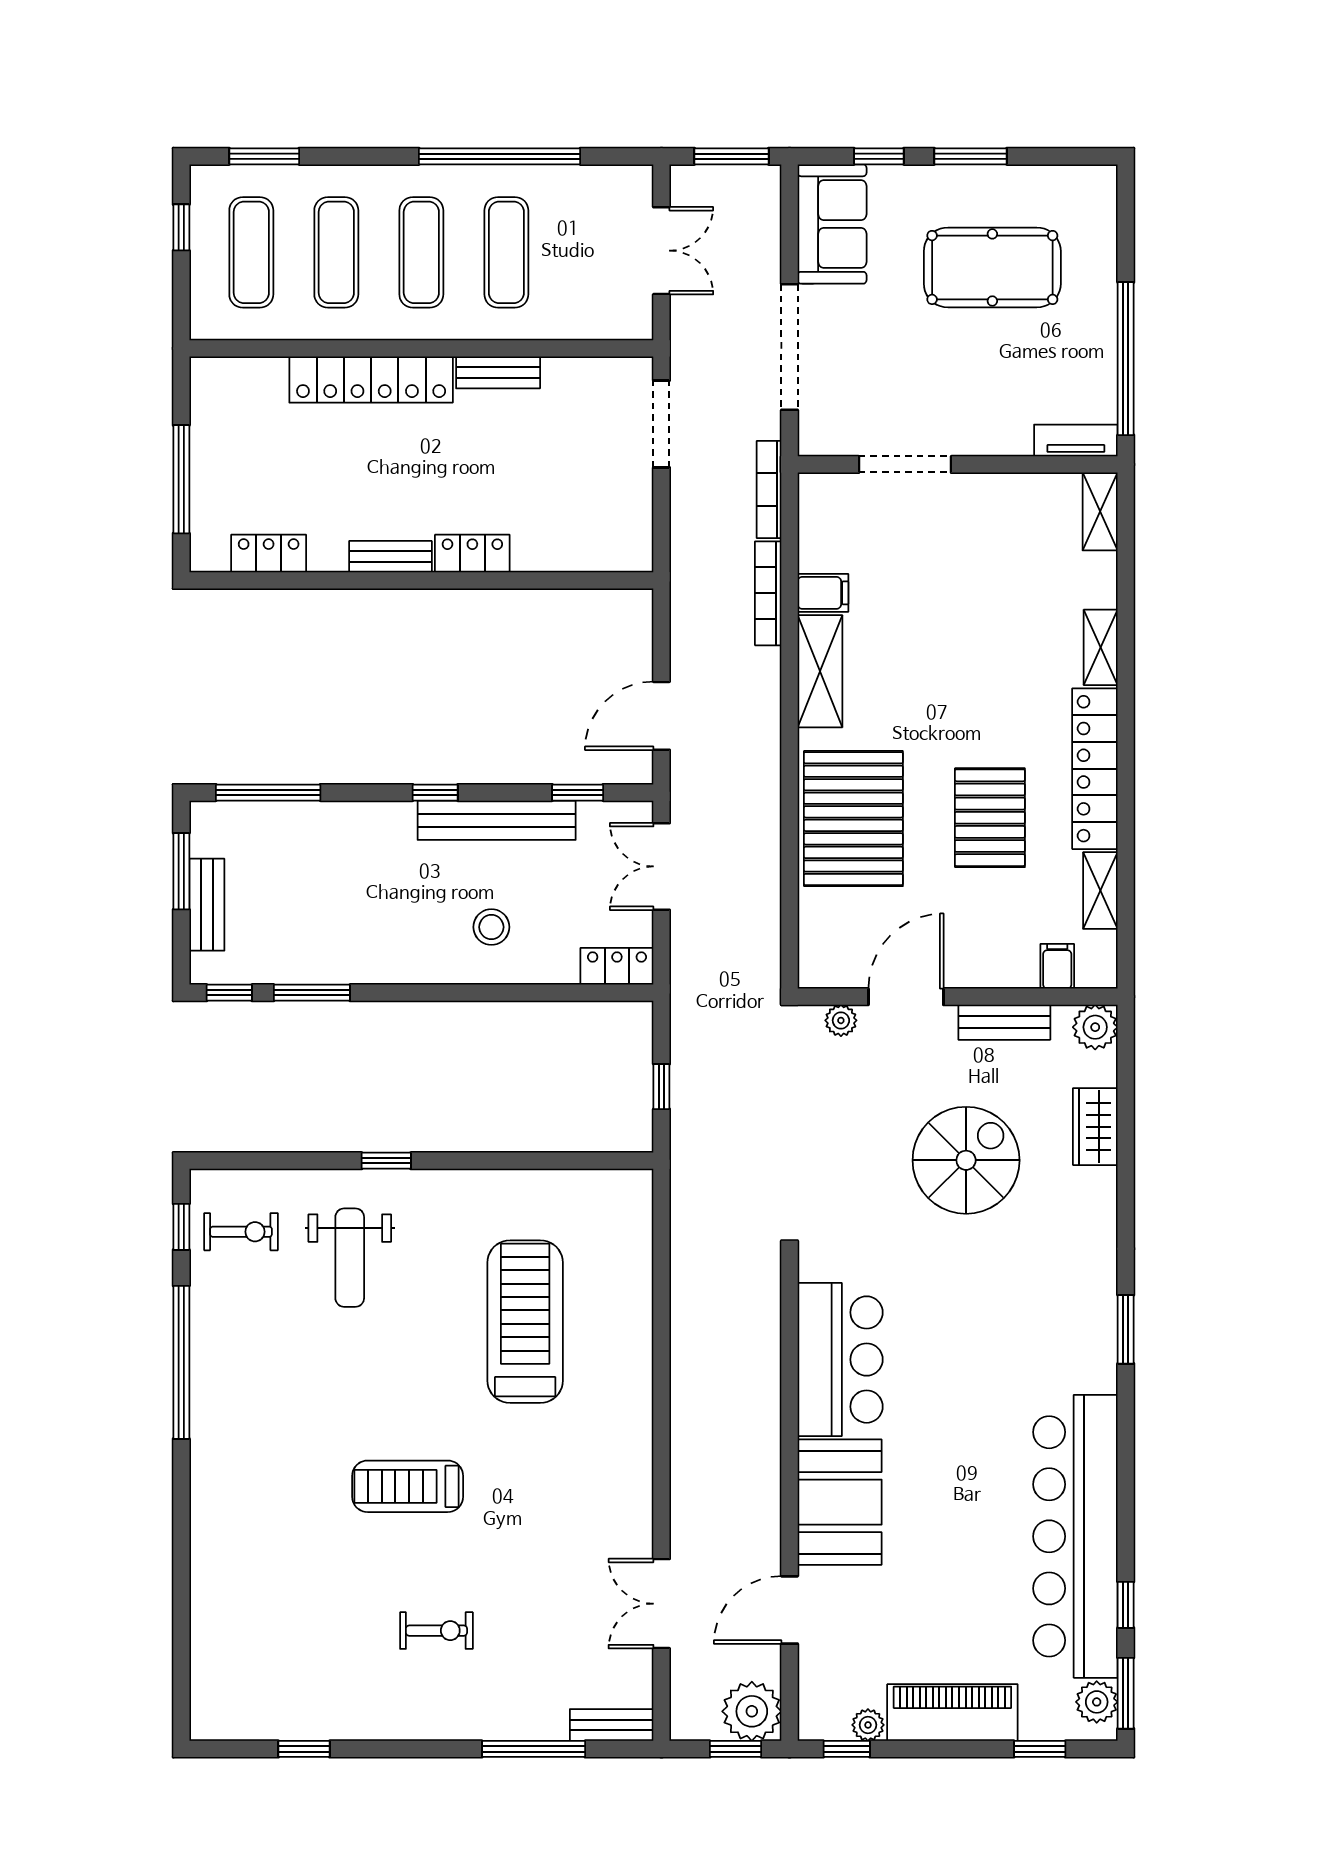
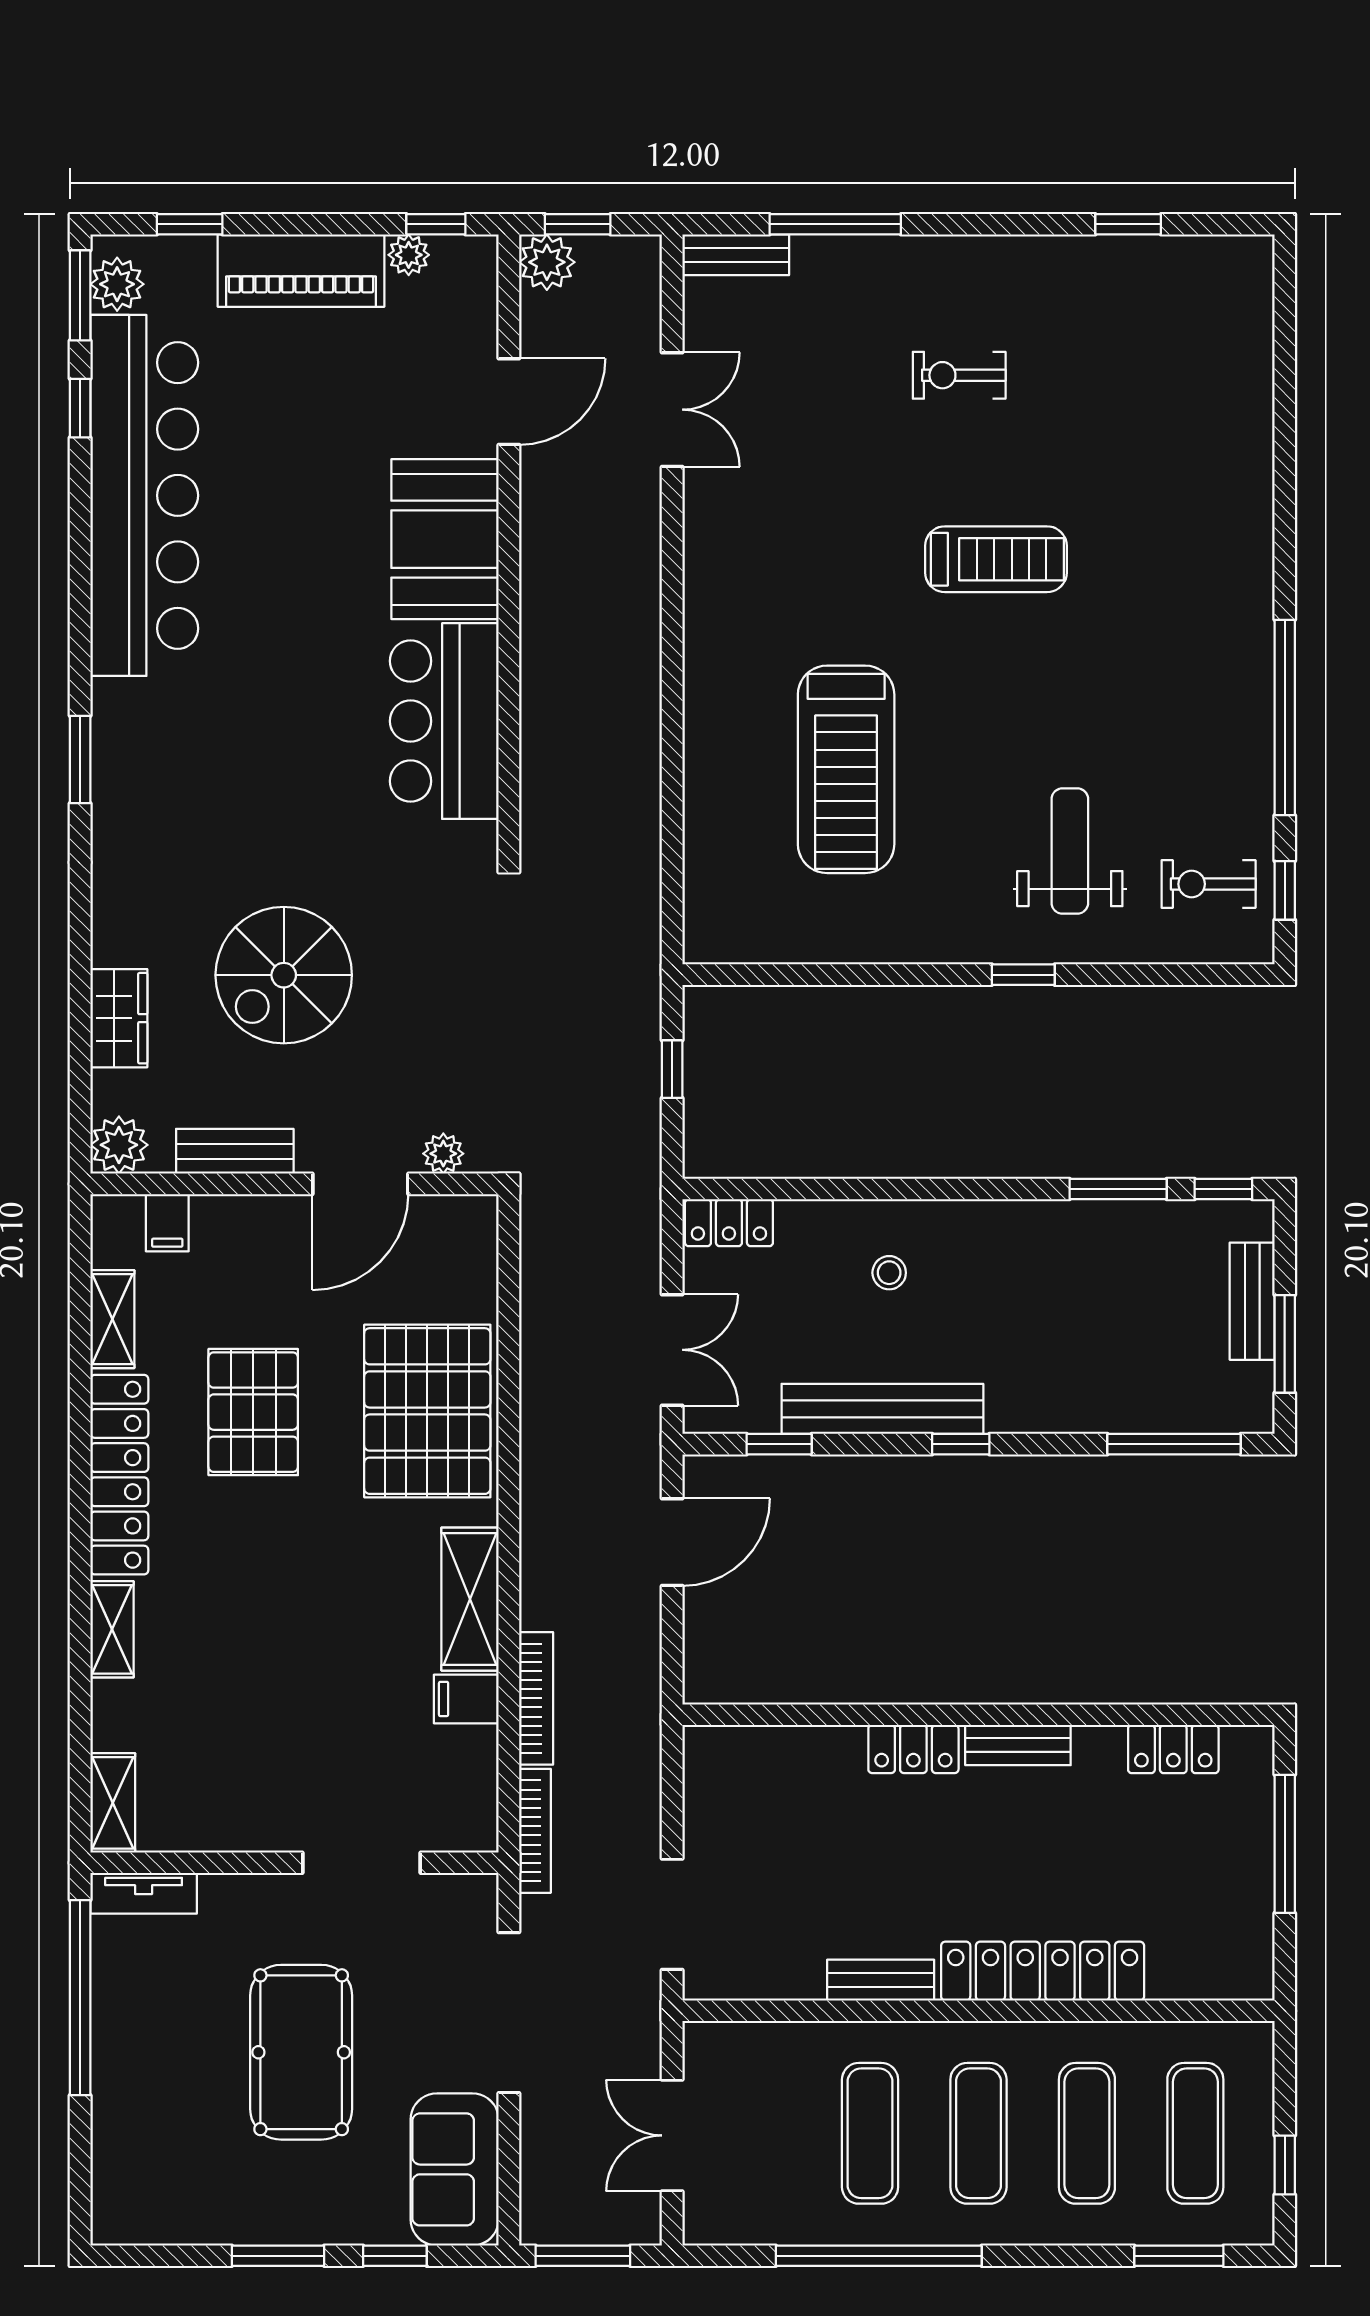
pool table: (992, 267) -> (301, 2052), moved, turned 90
stool: (491, 927) -> (889, 1273), width x0.73, depth x0.73
plant: (752, 1711) -> (547, 262), width x0.73, depth x0.73

